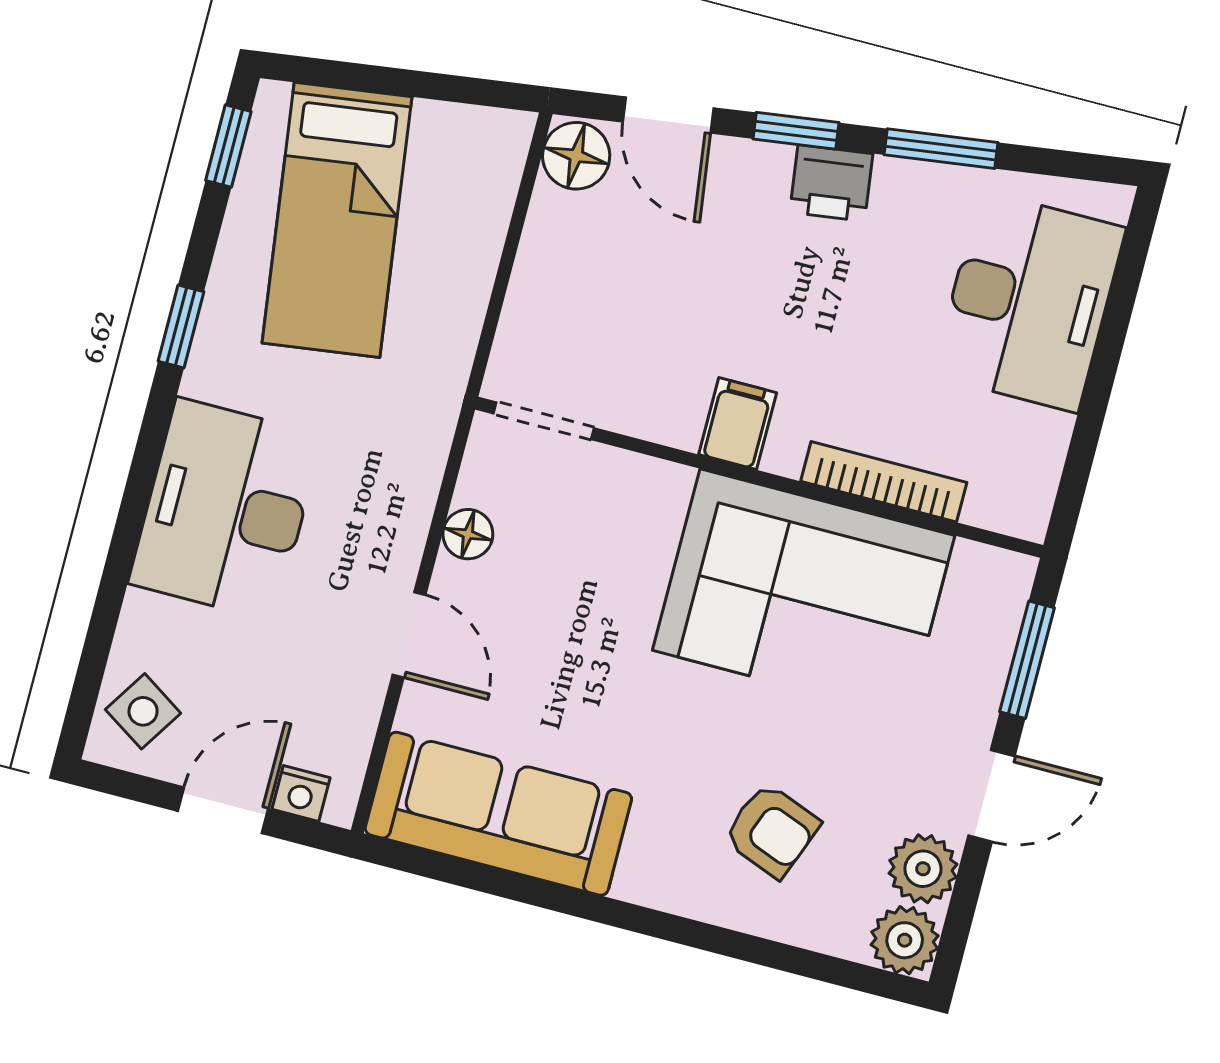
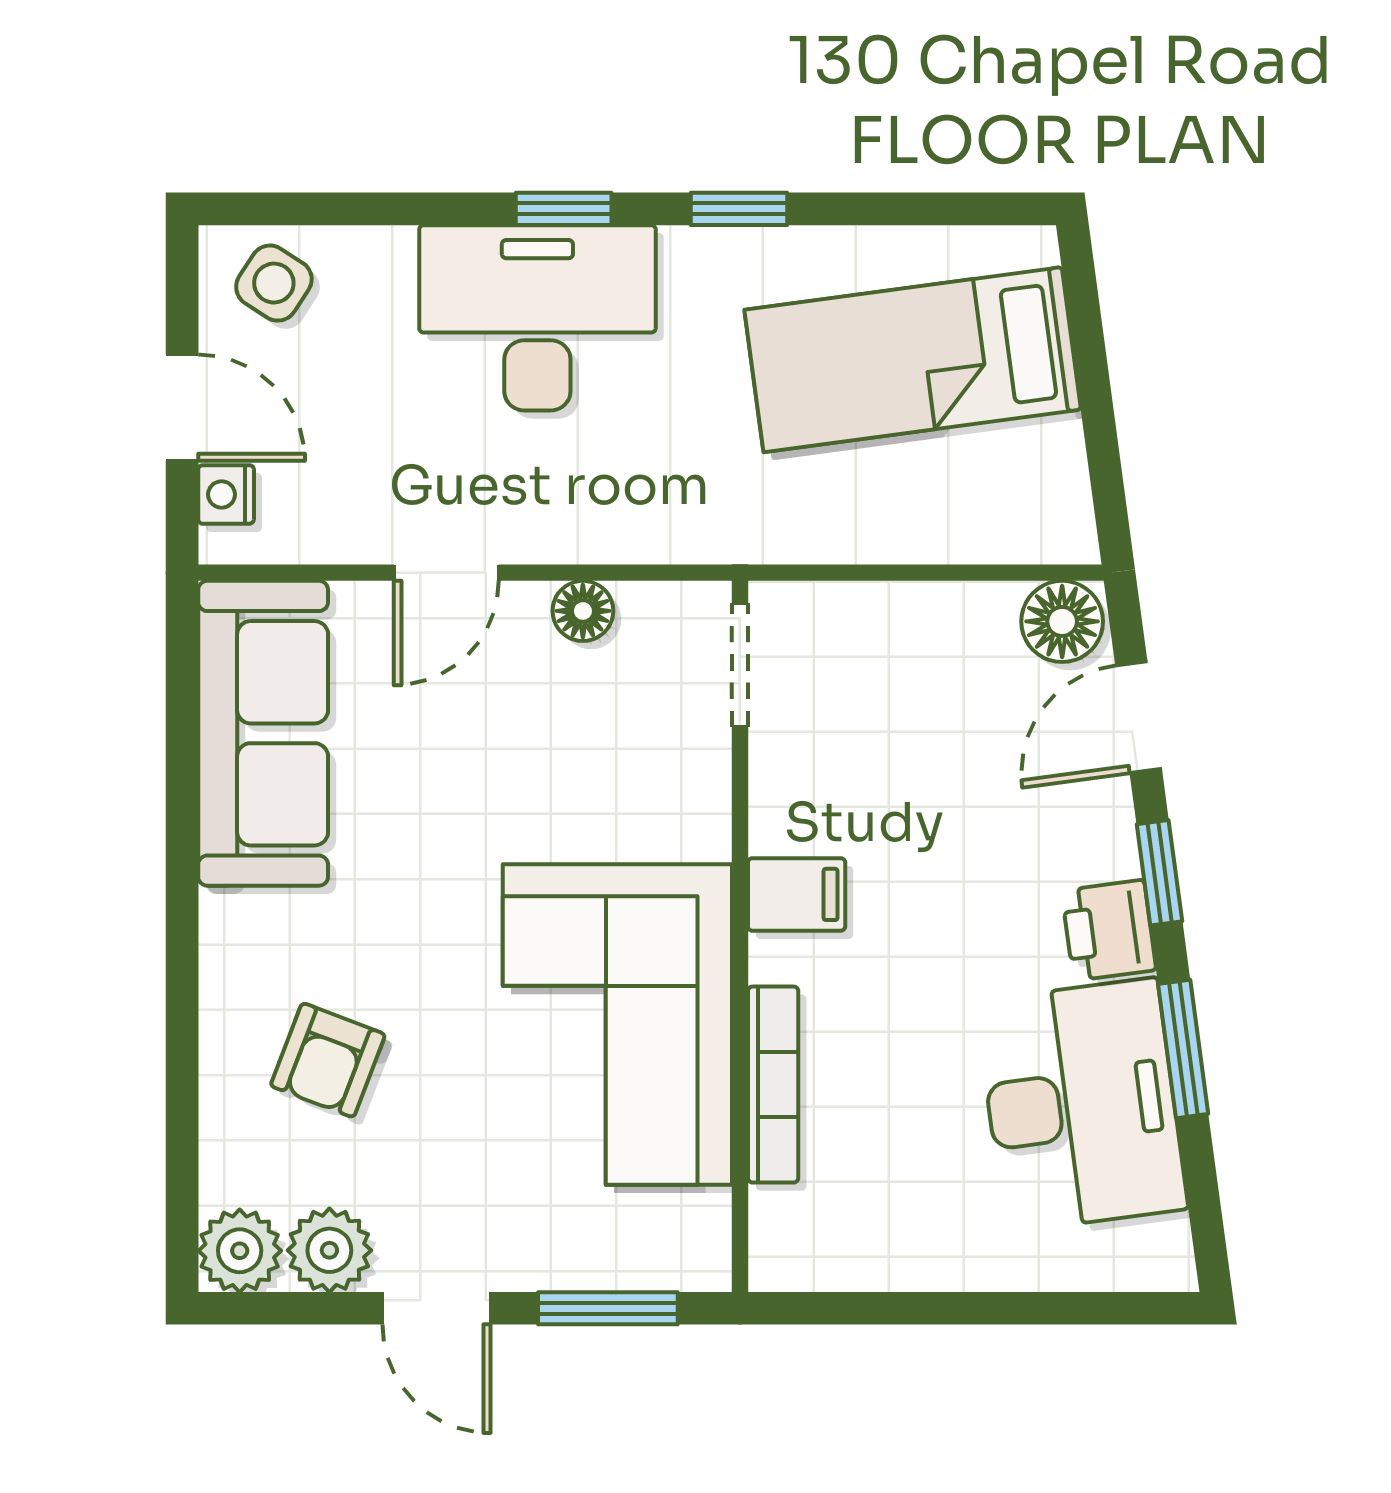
window: (228, 146) -> (564, 209), moved
desk: (1029, 302) -> (1081, 1105), moved, turned -98

